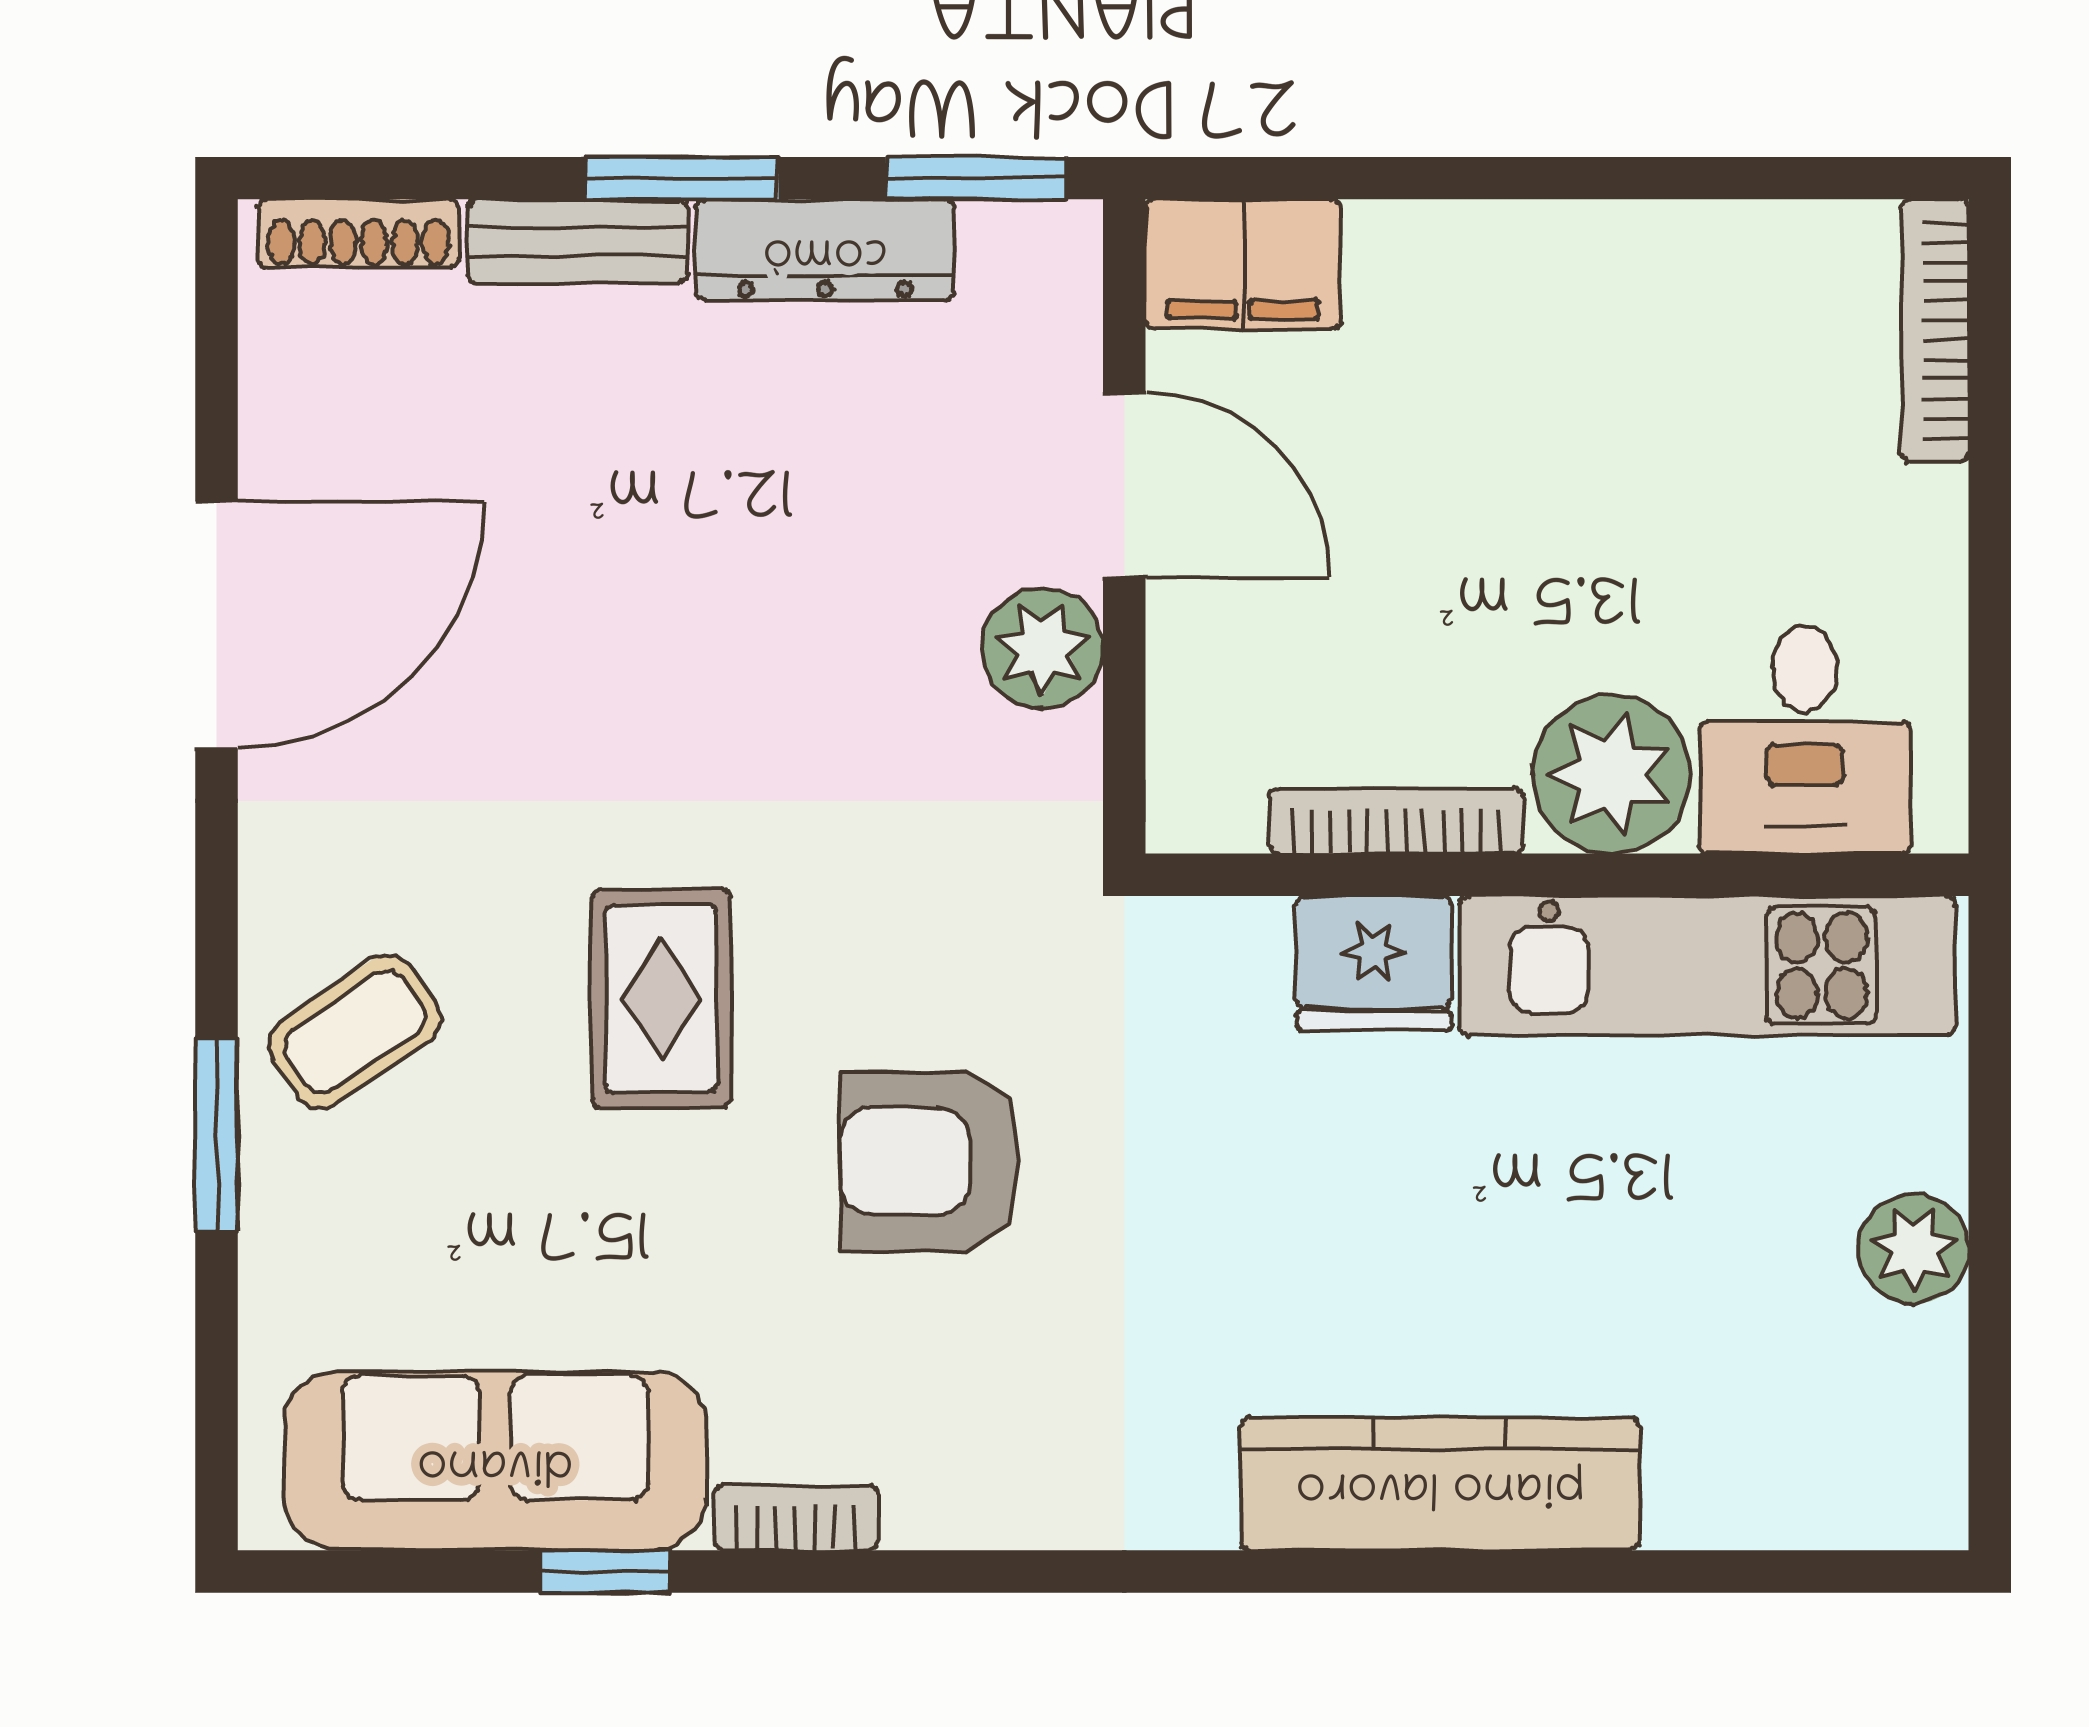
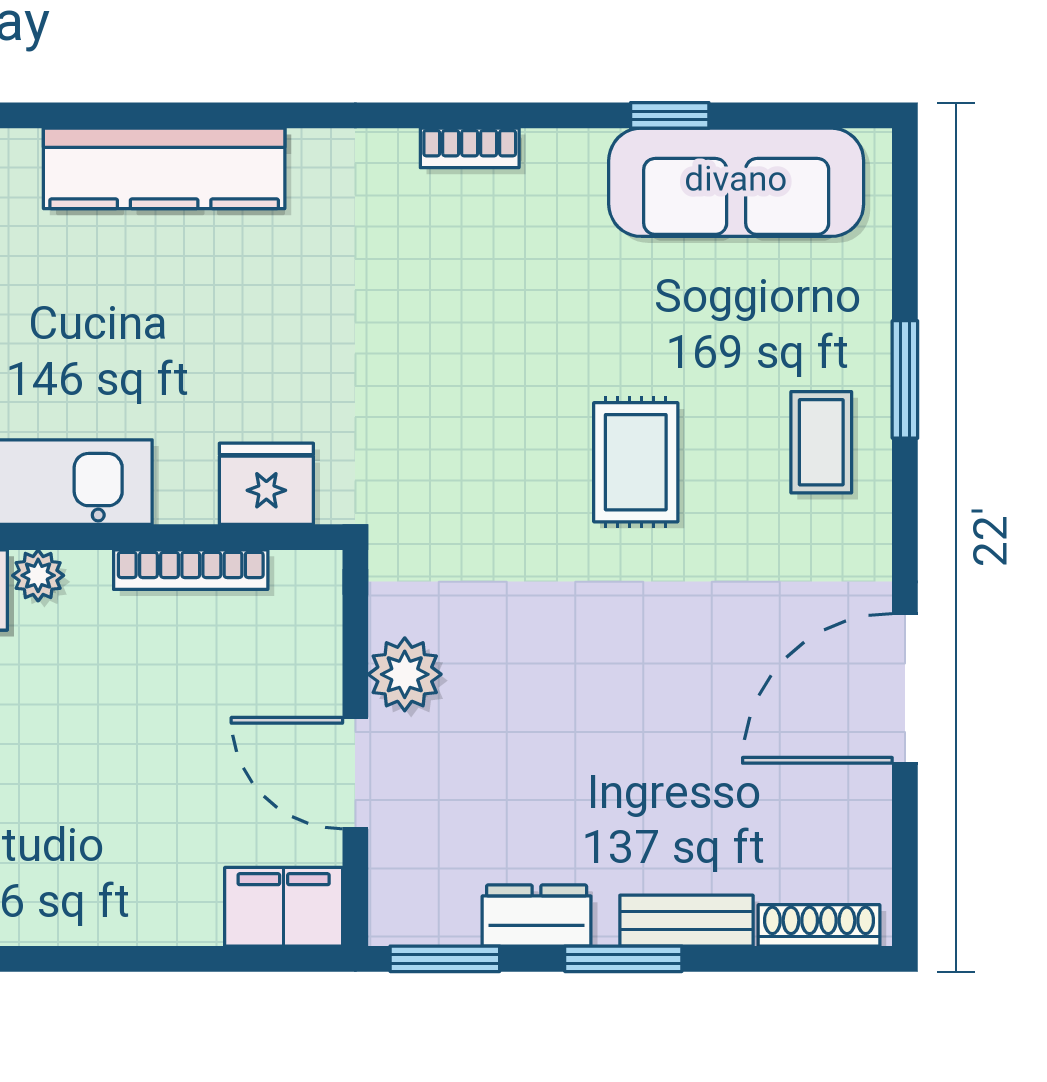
dresser: (825, 250) -> (537, 915), width x0.70
plant: (1611, 774) -> (38, 575), width x0.53, depth x0.53
fridge: (1374, 963) -> (266, 484), moved
coffee table: (355, 1032) -> (821, 442), turned -56
armchair: (930, 1161) -> (473, 364), removed
bookcase: (796, 1518) -> (470, 148), moved

